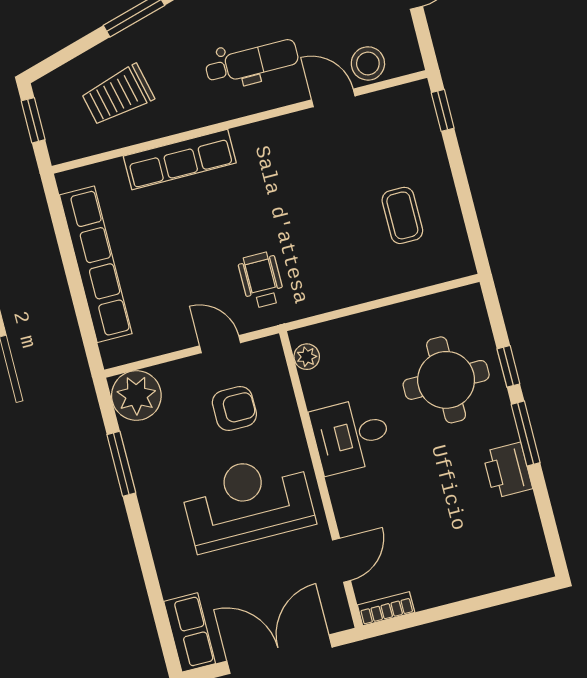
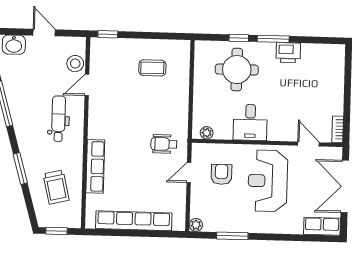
plant: (136, 395) -> (196, 225), width x0.53, depth x0.53

